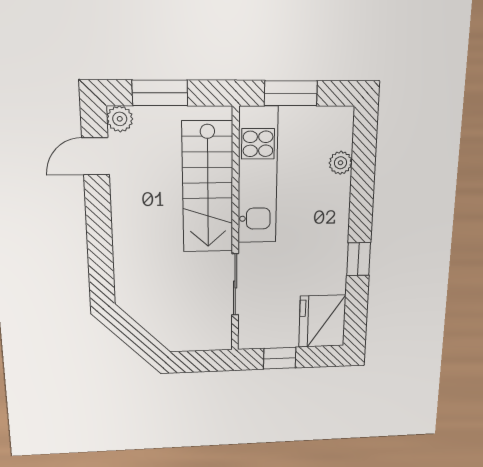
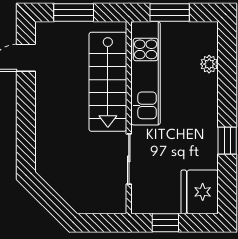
plant: (120, 119) -> (44, 31), removed

